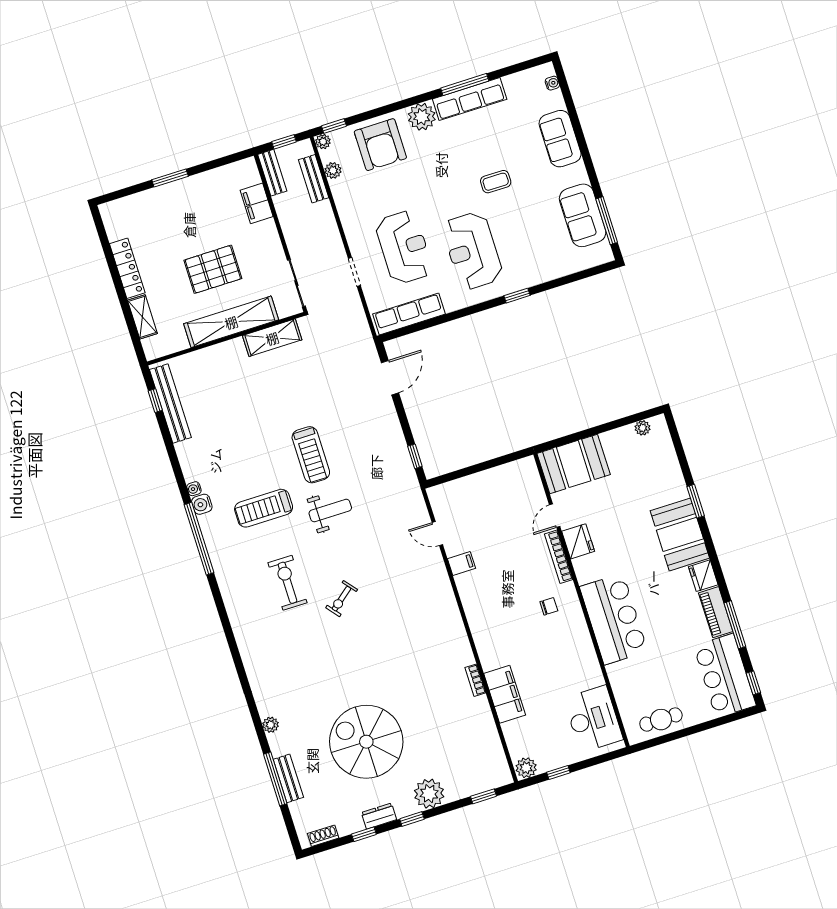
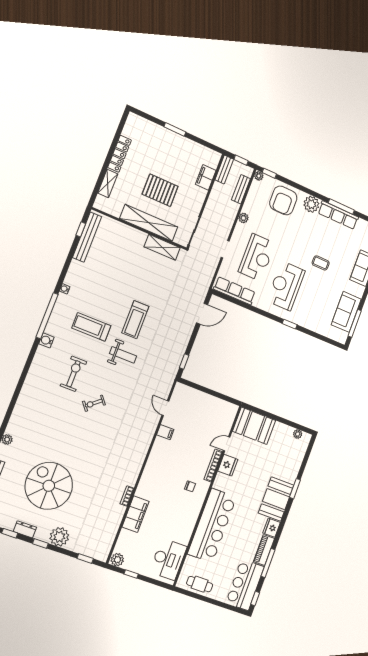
plant: (333, 170) -> (243, 218), moved
water cooler: (202, 504) -> (46, 340), moved
bar counter: (614, 619) -> (212, 525), width x1.36

